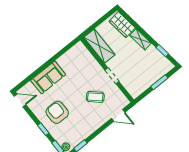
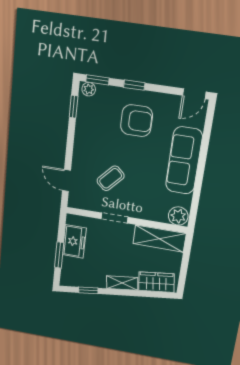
plant: (80, 49) -> (178, 216), added
sofa: (48, 77) -> (184, 161), width x1.36
freezer: (144, 82) -> (74, 241), added
door: (118, 115) -> (66, 180), hinge flipped

